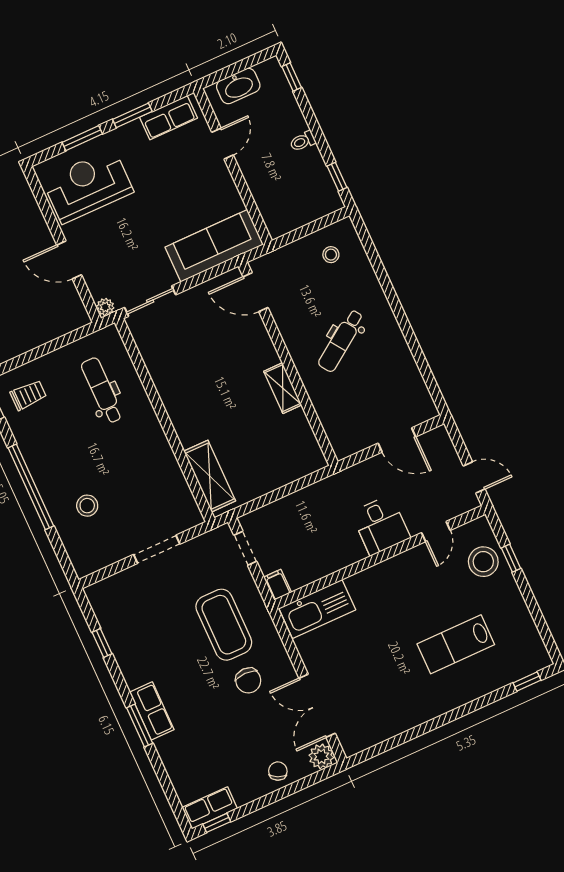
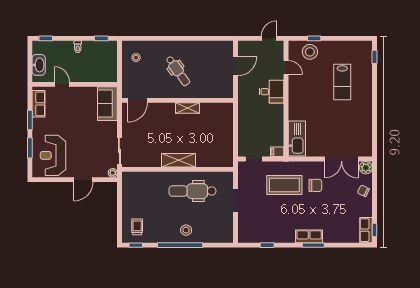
sofa: (214, 246) -> (107, 104), width x0.73
dental chair: (102, 390) -> (193, 191), moved, width x1.36, depth x1.38
shelving: (210, 476) -> (179, 160), moved
stool: (87, 506) -> (186, 230), moved

